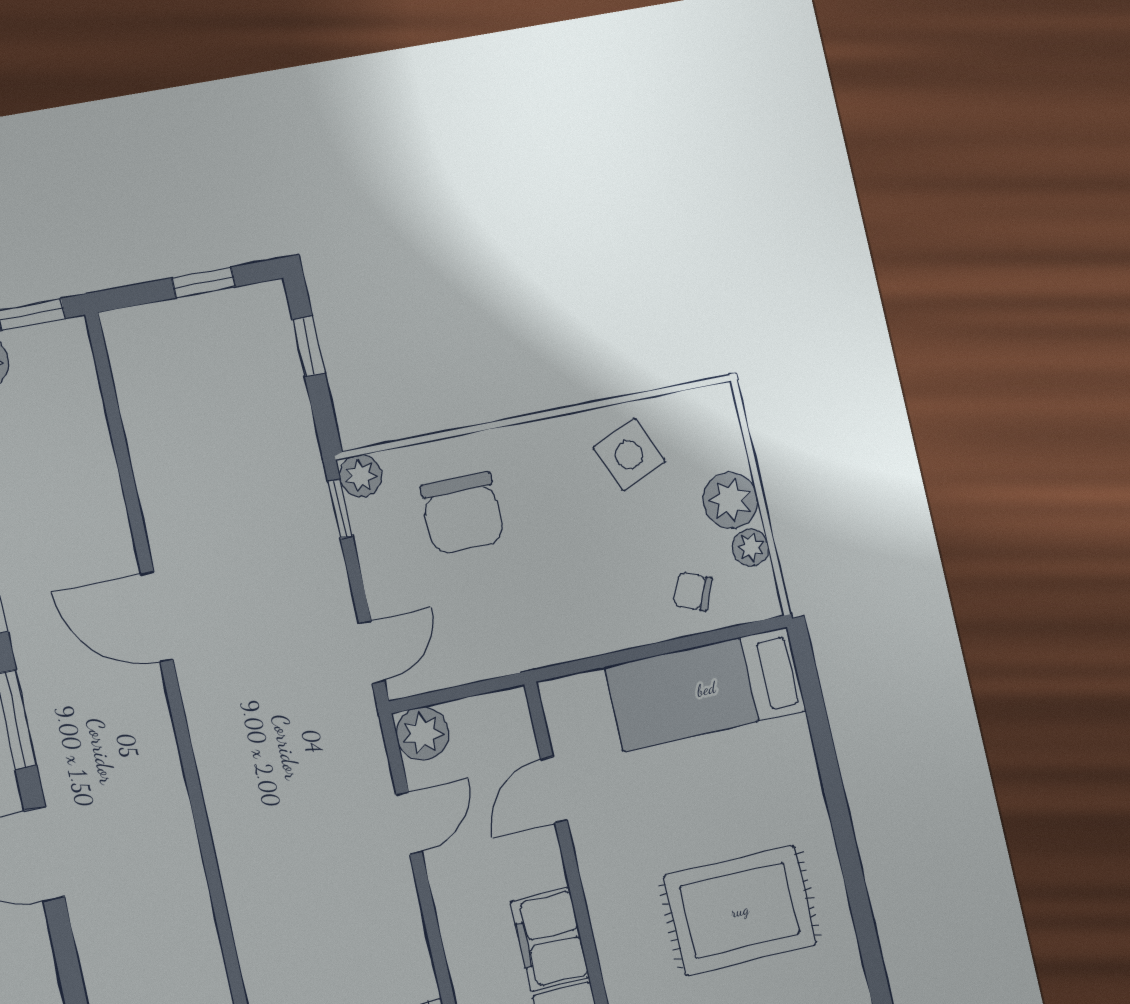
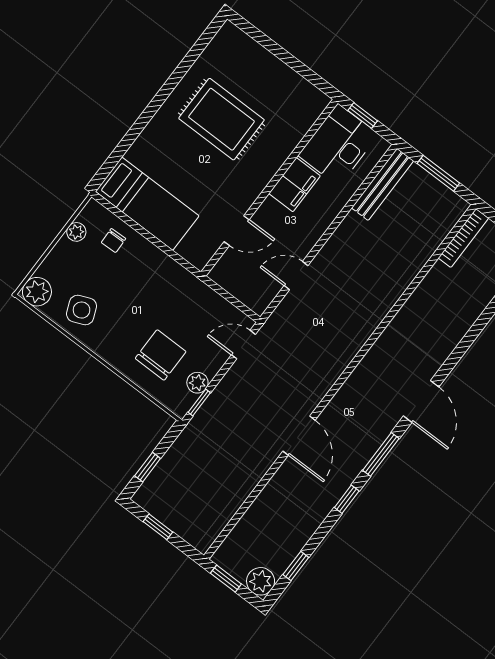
plant: (361, 476) -> (197, 383), moved
plant: (730, 500) -> (37, 292), moved
chair: (693, 591) -> (113, 241), turned 65
plant: (423, 734) -> (258, 299), removed

